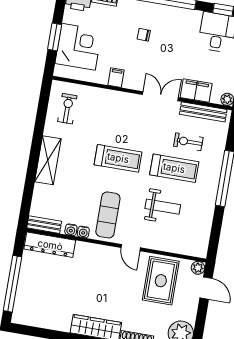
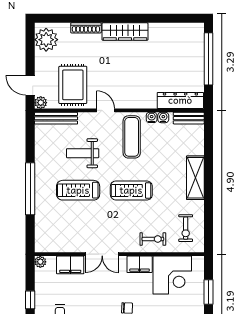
corner desk: (78, 47) -> (172, 275), moved, turned -90
filing cabinet: (116, 78) -> (140, 264), width x2.00
bench: (203, 112) -> (56, 118), moved
exercise bike: (188, 142) -> (153, 239), moved

